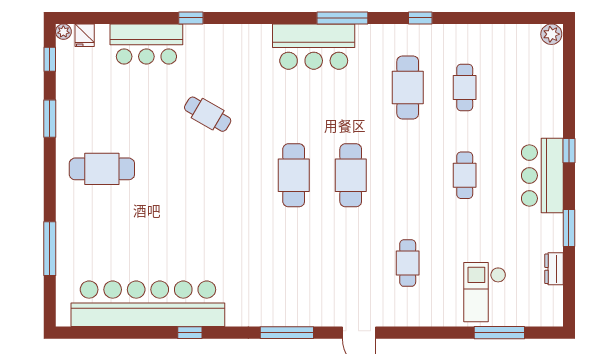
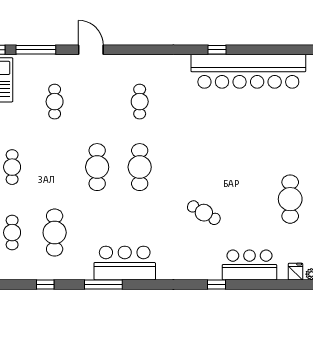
cafe table: (102, 169) -> (290, 199), moved, turned 90
cafe table: (294, 263) -> (140, 102), added
window: (287, 333) -> (36, 50), moved

